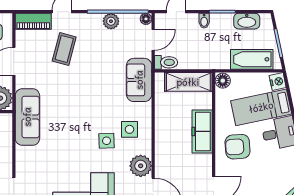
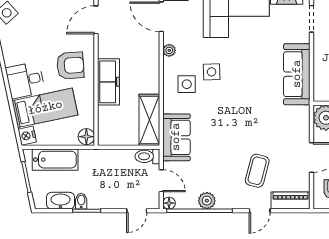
bidet: (204, 21) -> (81, 201), moved
door: (153, 40) -> (161, 181), swing flipped
shelving: (188, 82) -> (149, 120), moved, turned 90
sofa: (27, 117) -> (297, 74), moved
plant: (141, 166) -> (169, 50), width x0.53, depth x0.53

